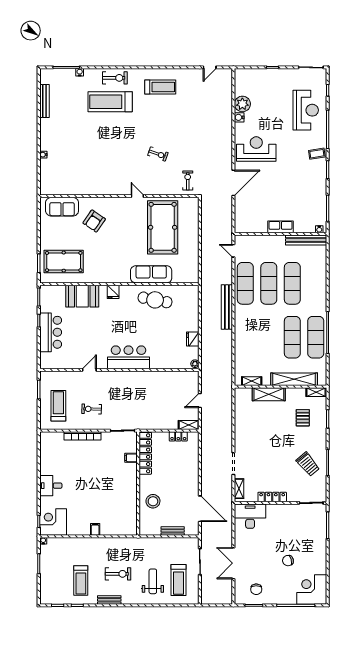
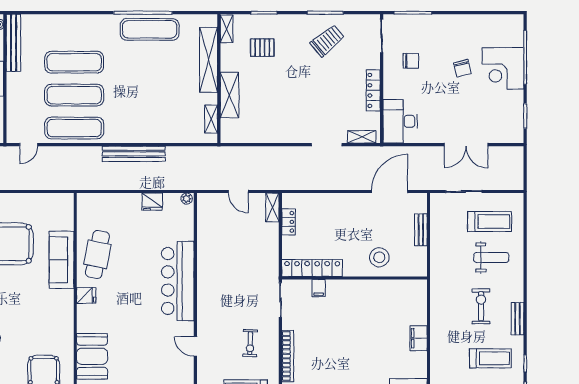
fridge: (113, 292) -> (86, 295), moved
bench: (227, 307) -> (134, 154), moved
exercise mat: (292, 337) -> (150, 62), removed
bar counter: (129, 357) -> (178, 281), width x1.36
filing cabinet: (95, 529) -> (419, 338), width x2.00
weight bench: (153, 581) -> (491, 257), turned 180
chair: (256, 589) -> (411, 61), moved
corner desk: (312, 590) -> (503, 68), moved

